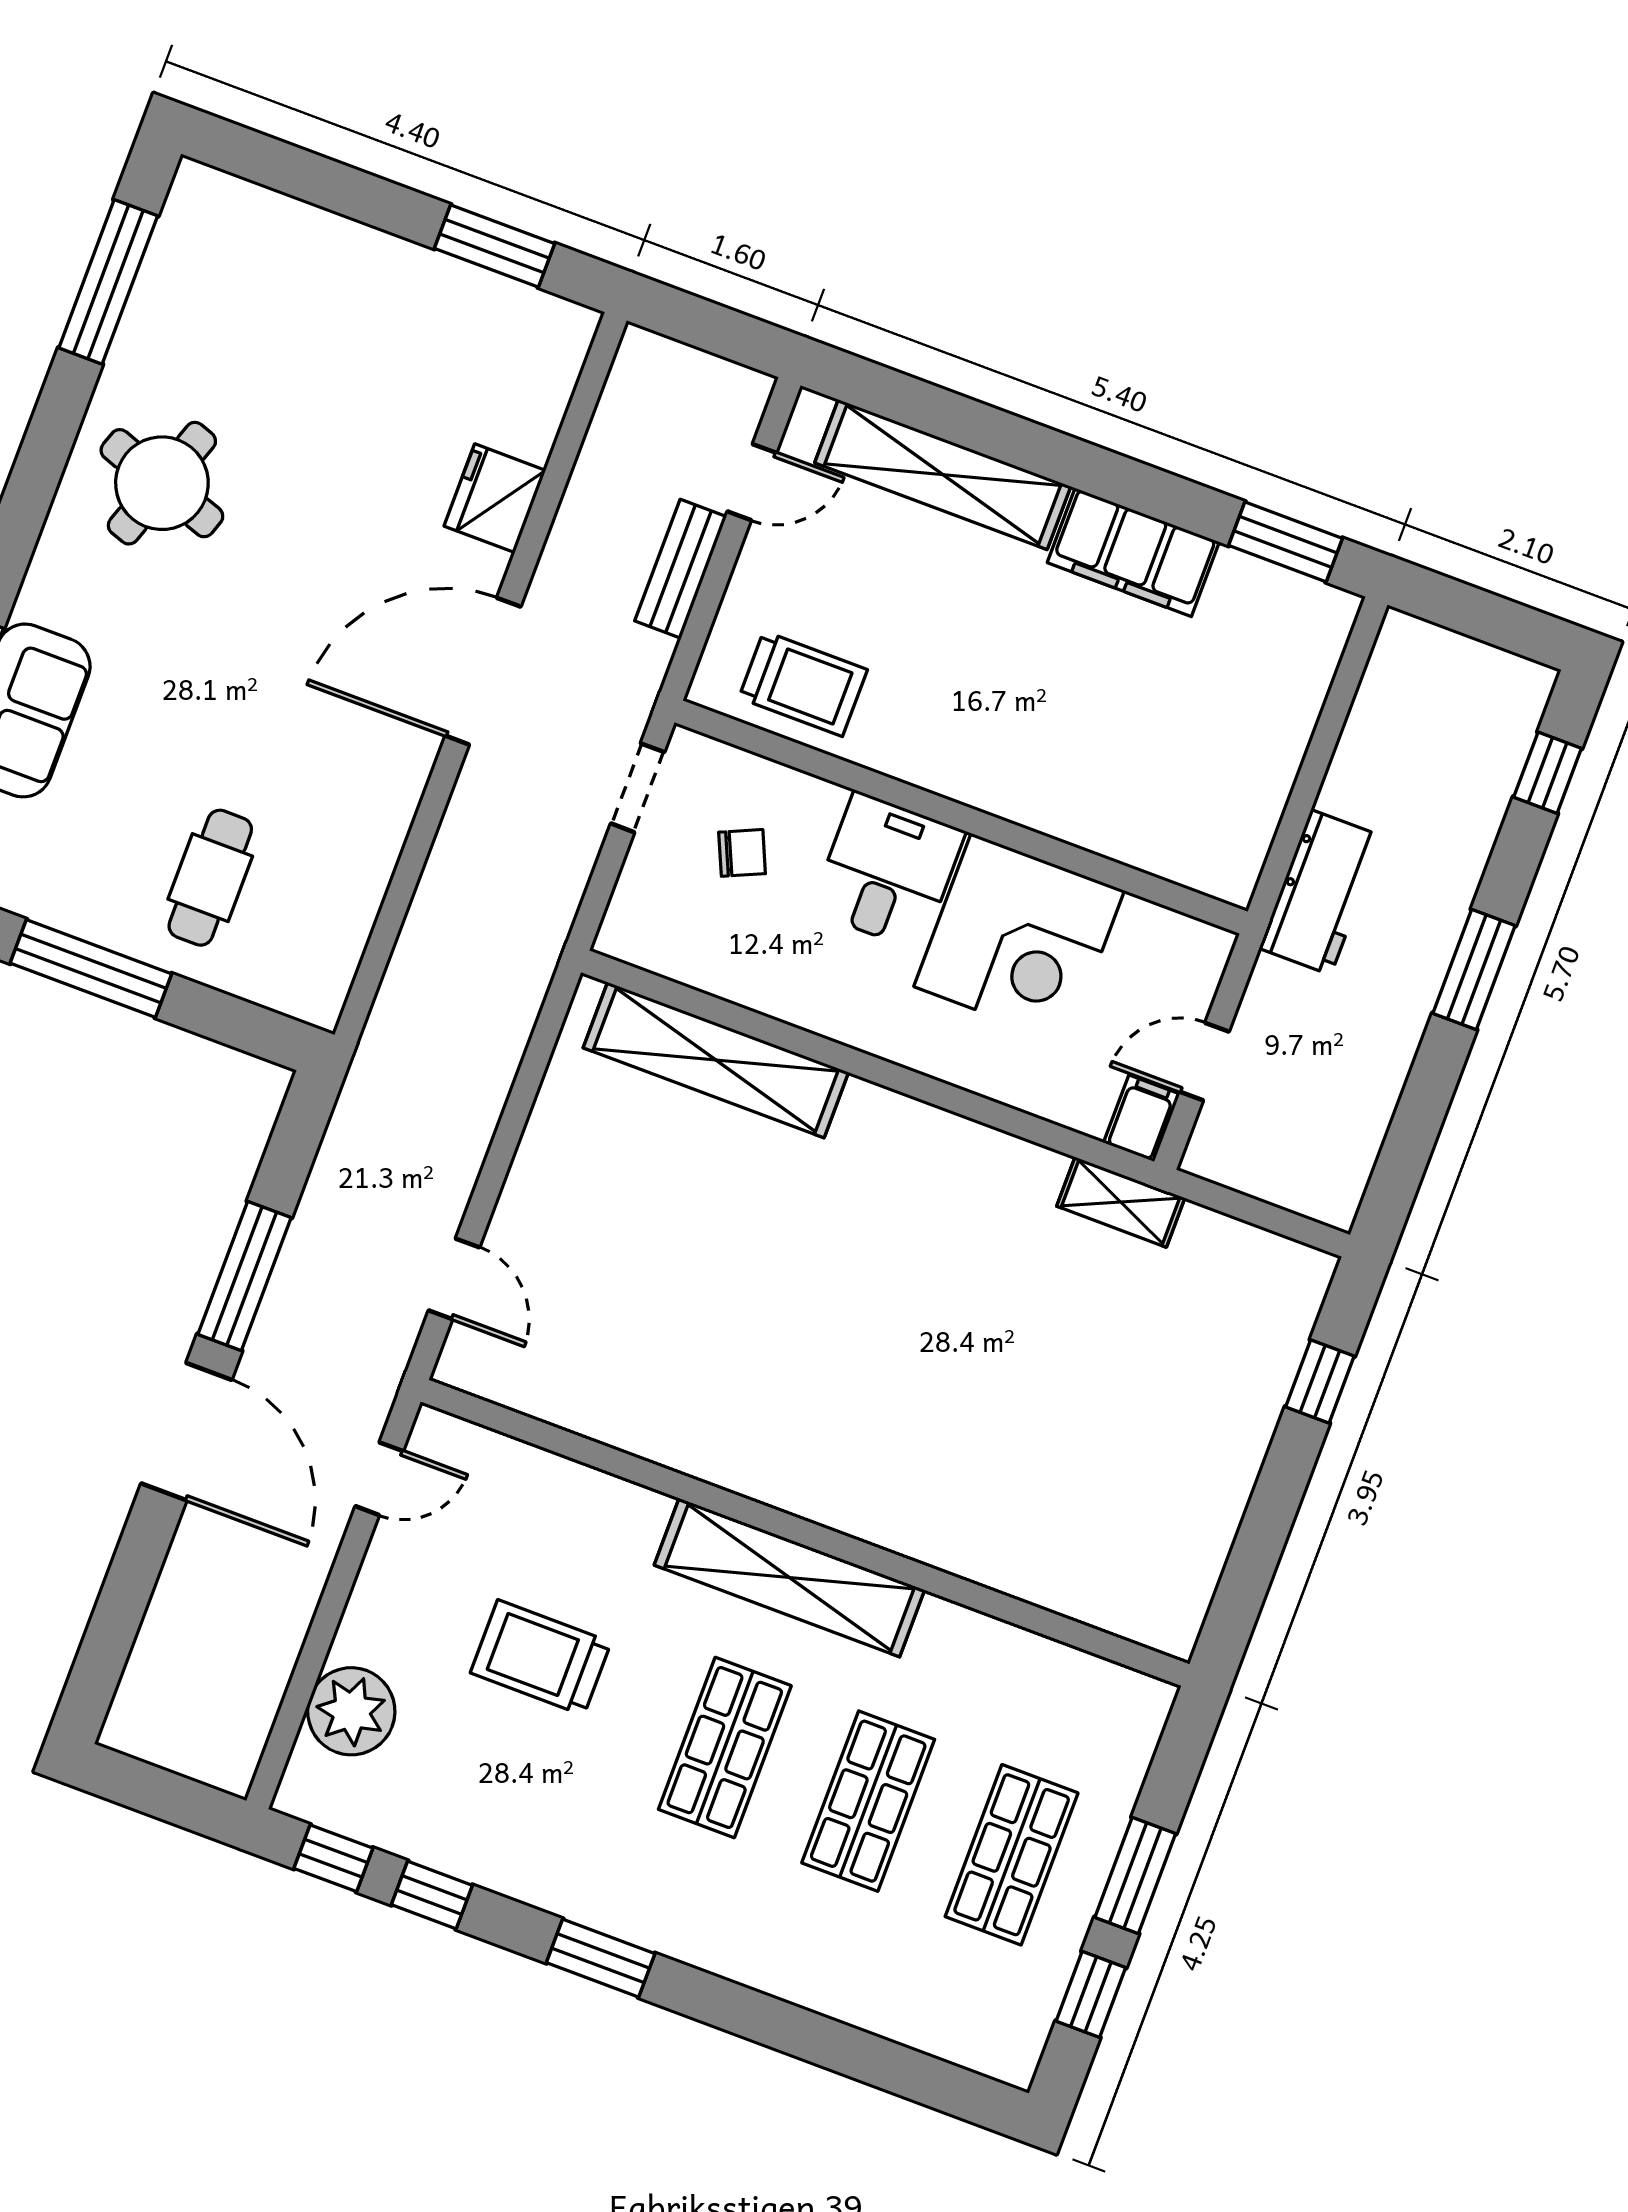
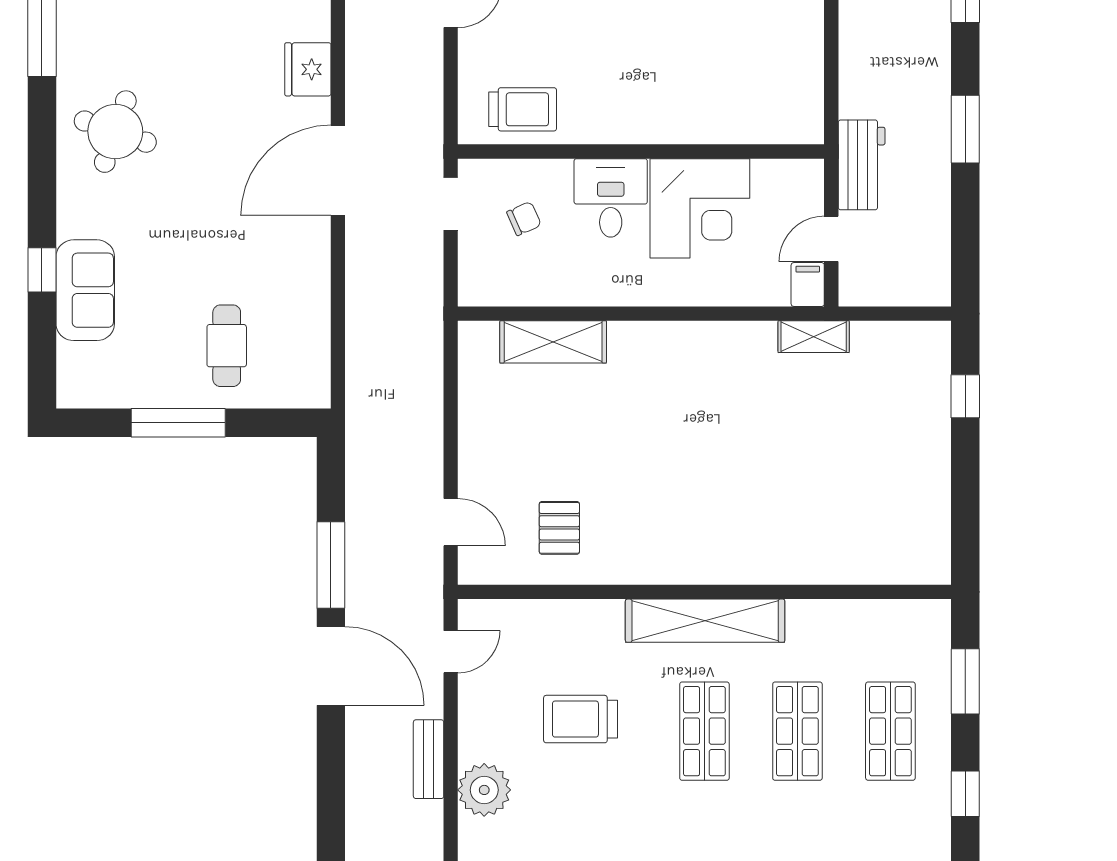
bench: (681, 569) -> (429, 759), moved
workbench: (1321, 892) -> (862, 165), moved
shelving: (716, 1060) -> (553, 342), width x0.68
pallet: (618, 1350) -> (559, 528), added
window: (1135, 1876) -> (965, 681), moved

